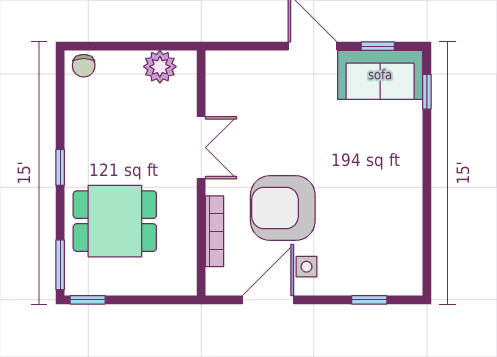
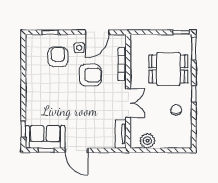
chair: (84, 66) -> (176, 110), moved
tv unit: (217, 81) -> (121, 134), added
double door: (201, 148) -> (128, 103), swing flipped
armchair: (283, 208) -> (90, 75), width x0.73, depth x0.73
armchair: (352, 247) -> (58, 57), added

